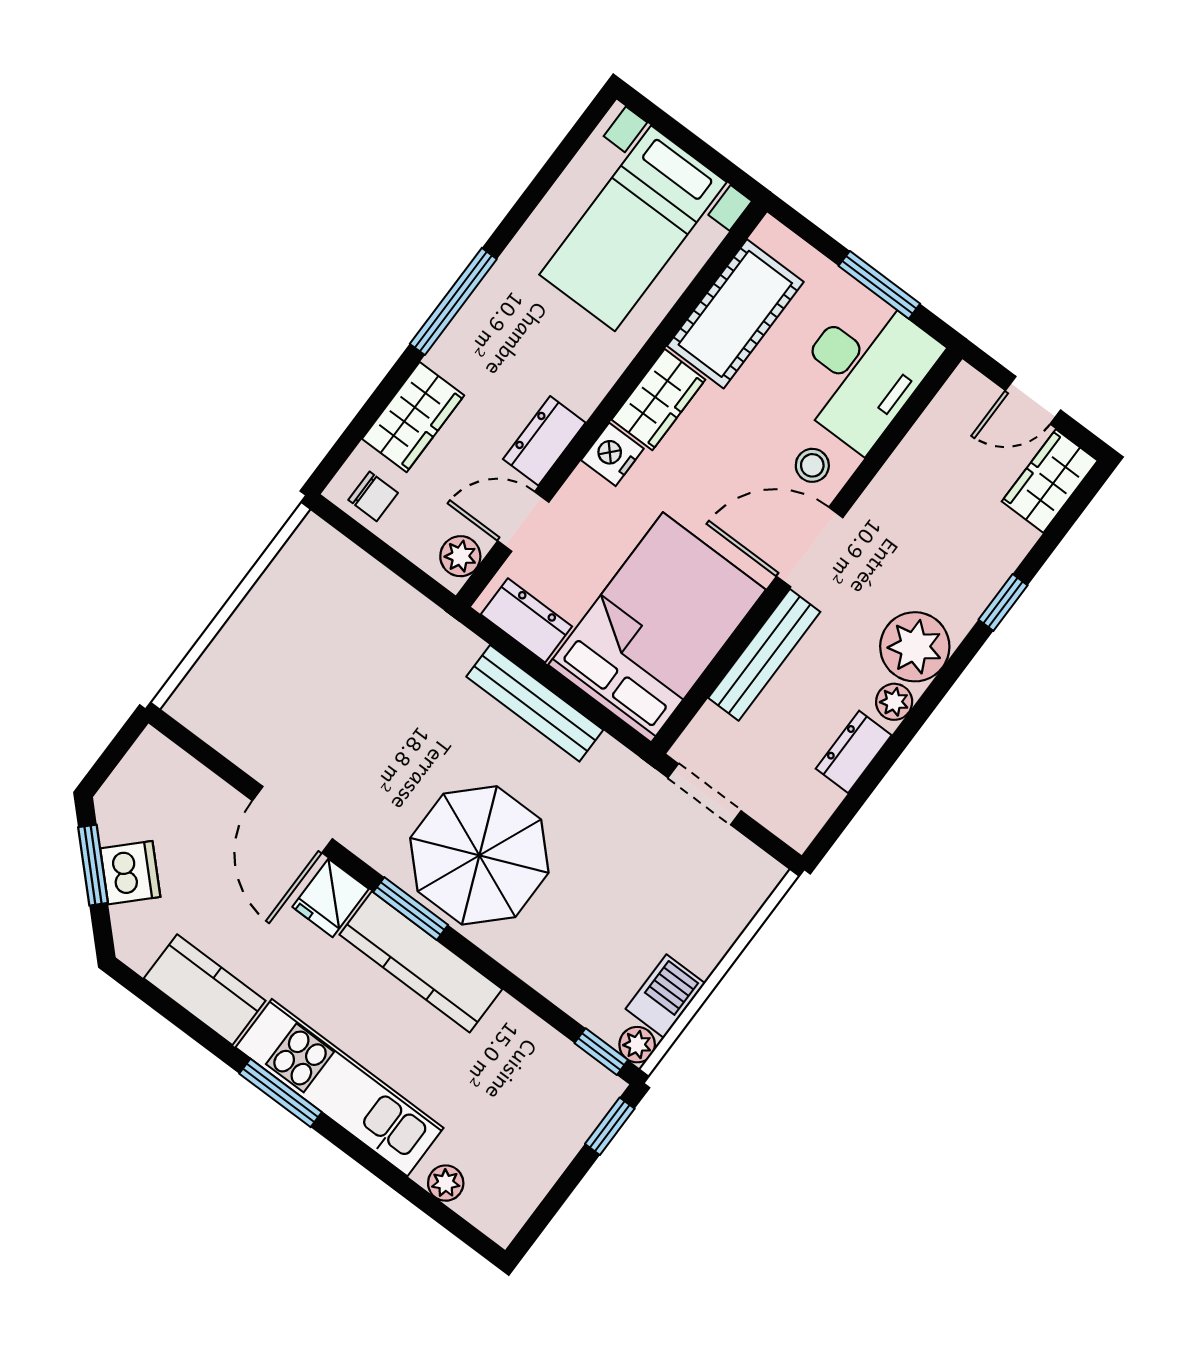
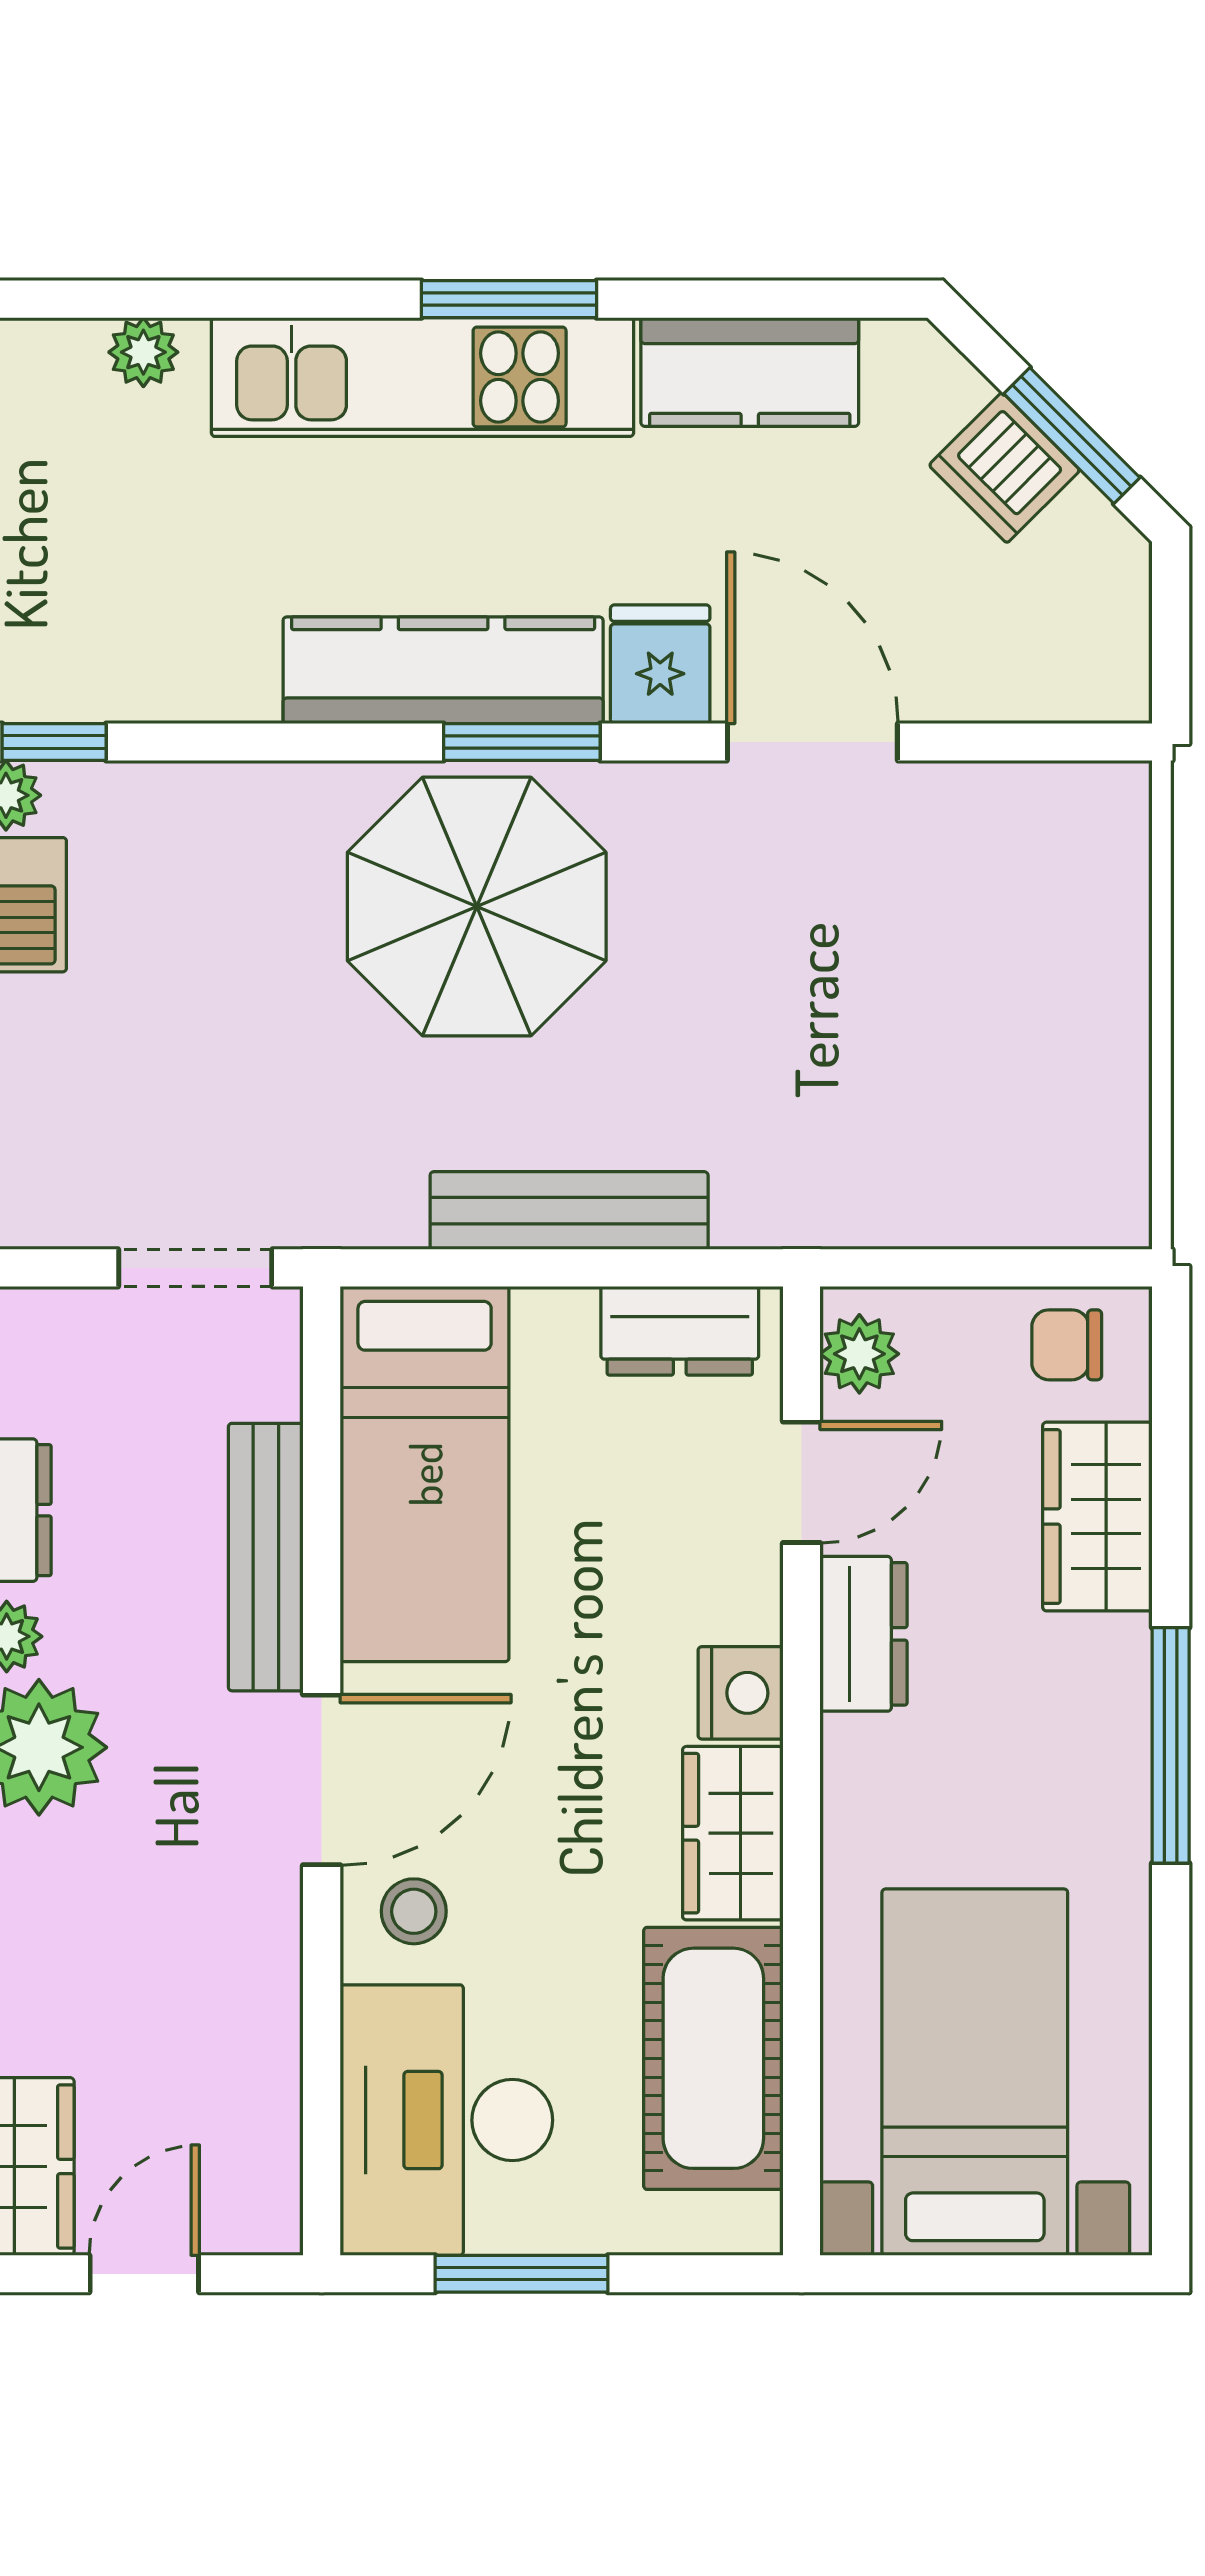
bed: (657, 627) -> (425, 1474), width x0.67

